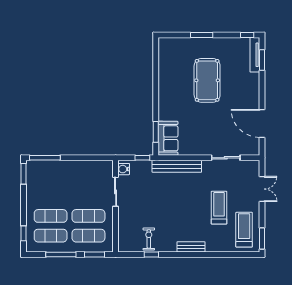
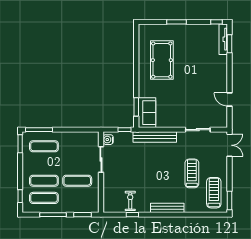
pool table: (207, 80) -> (162, 60), moved
door: (262, 123) -> (229, 99), width x0.53
double door: (262, 189) -> (229, 145), moved
exercise mat: (88, 236) -> (44, 146), moved
bench: (191, 247) -> (167, 208), width x1.36

